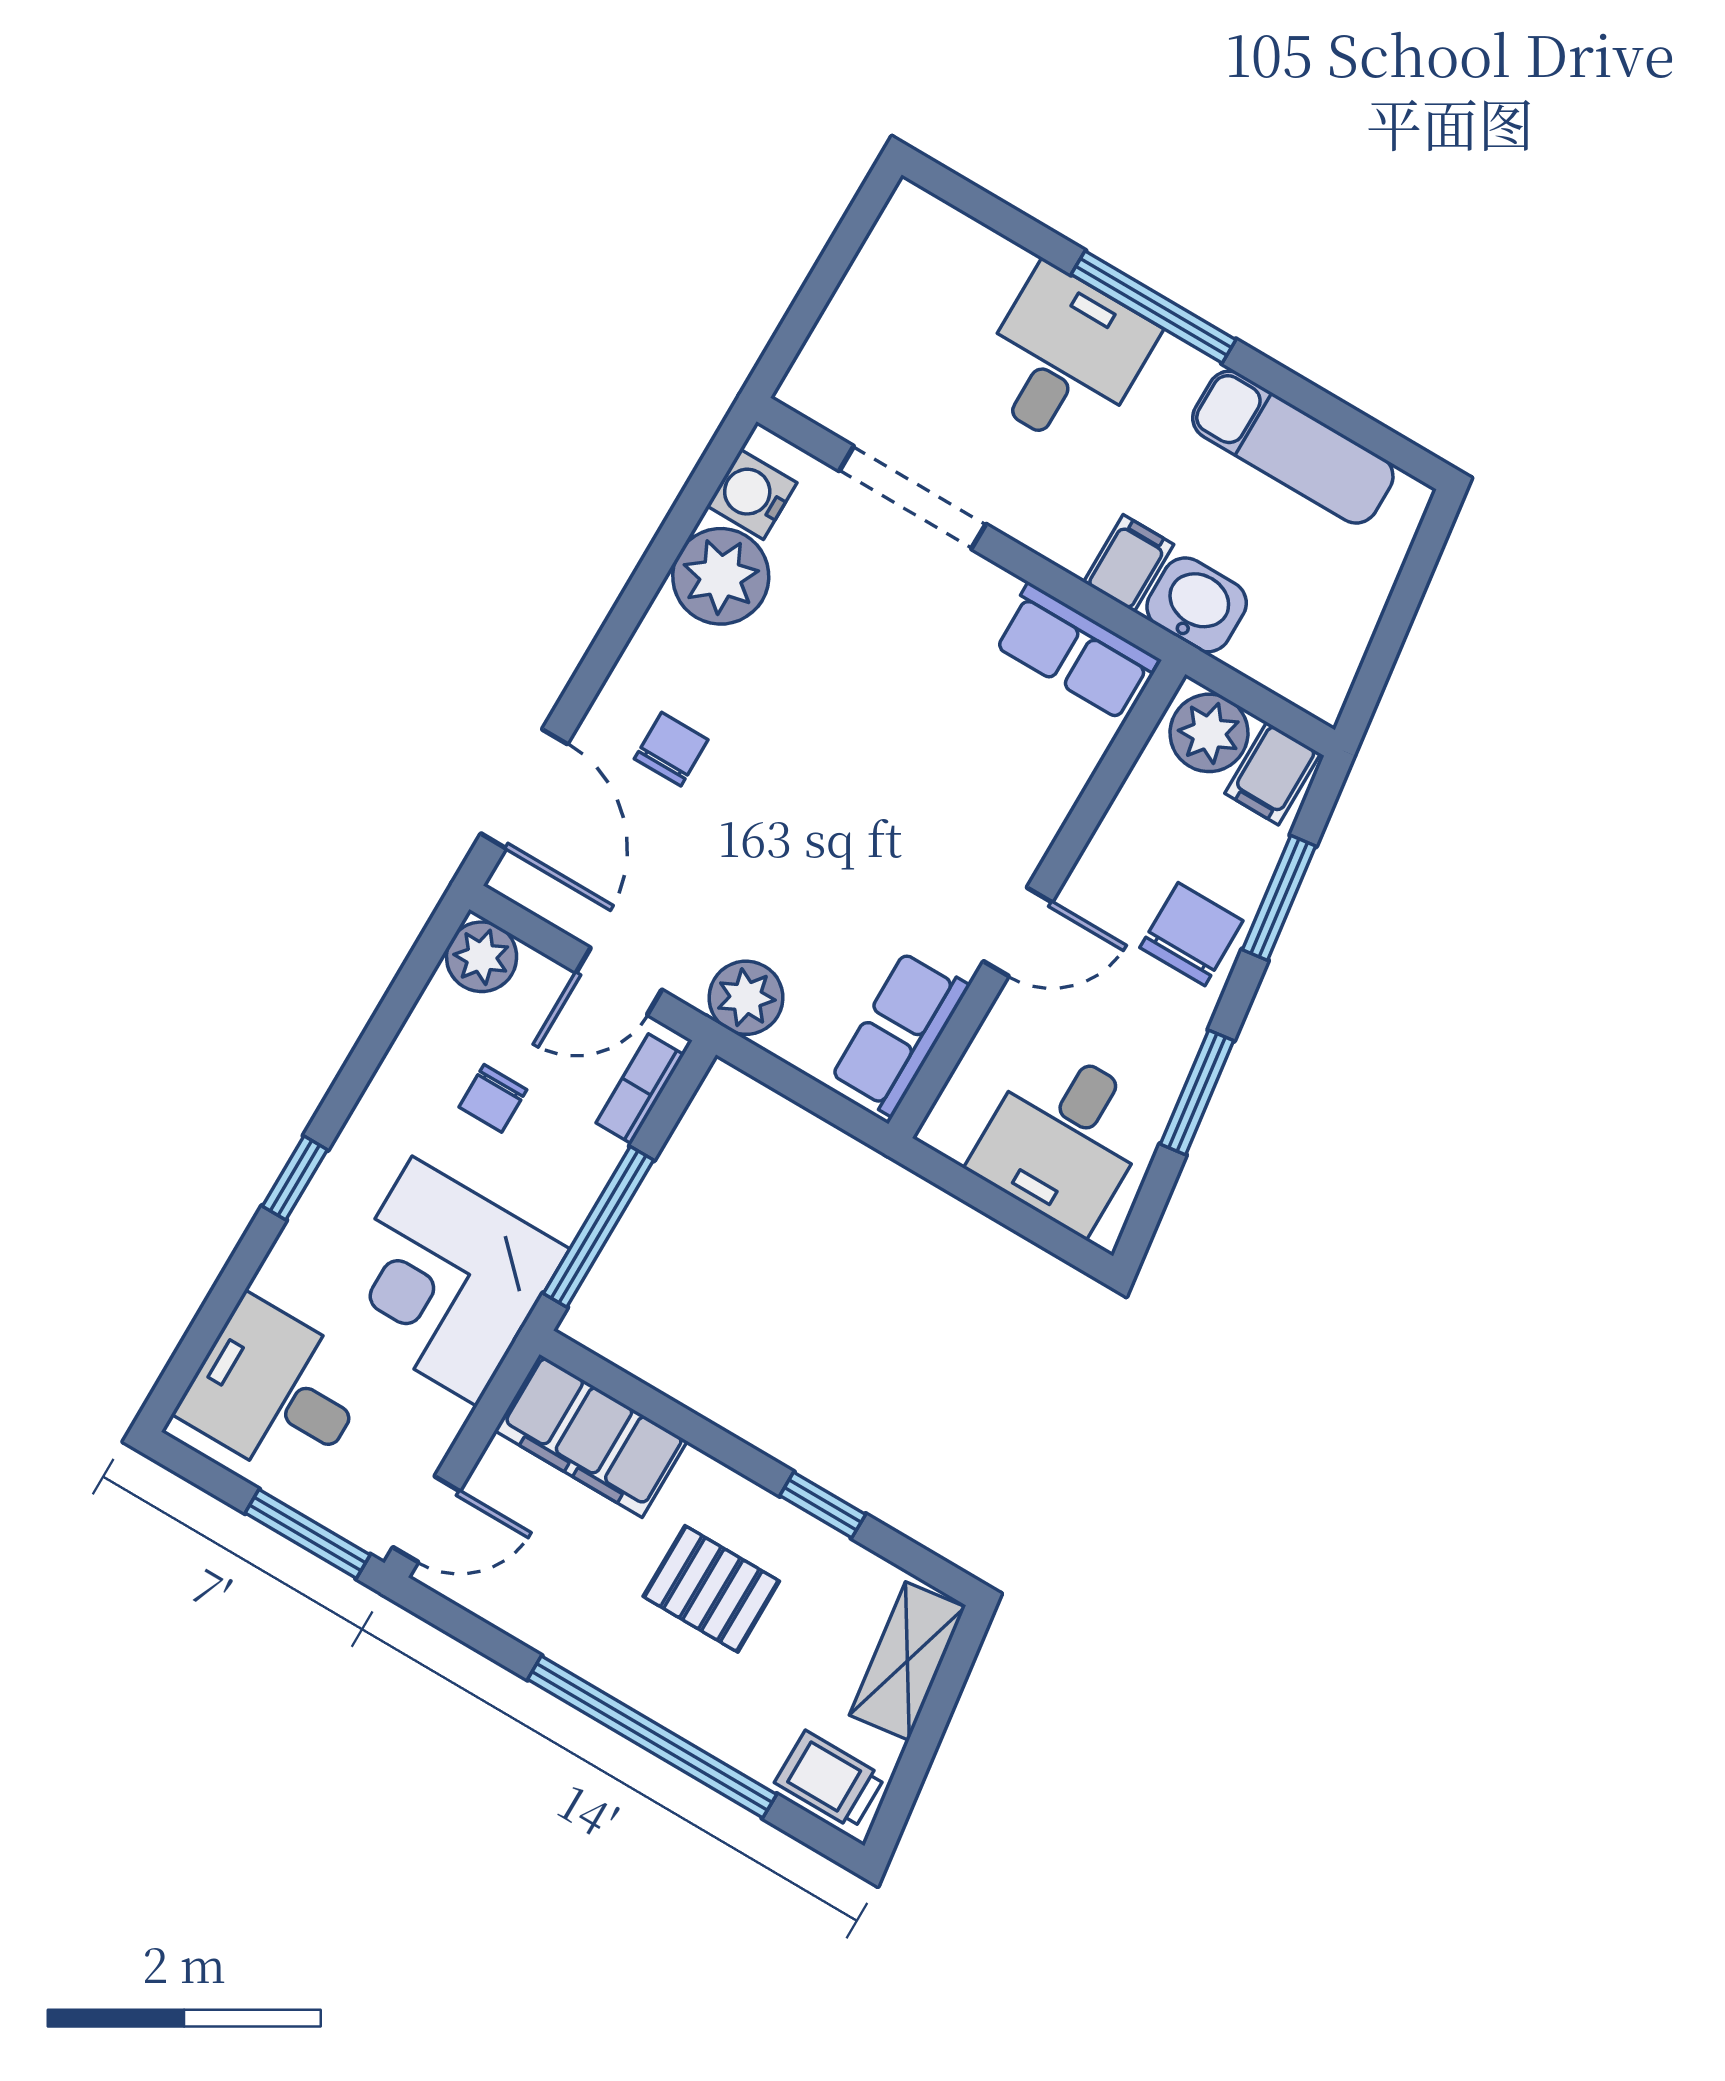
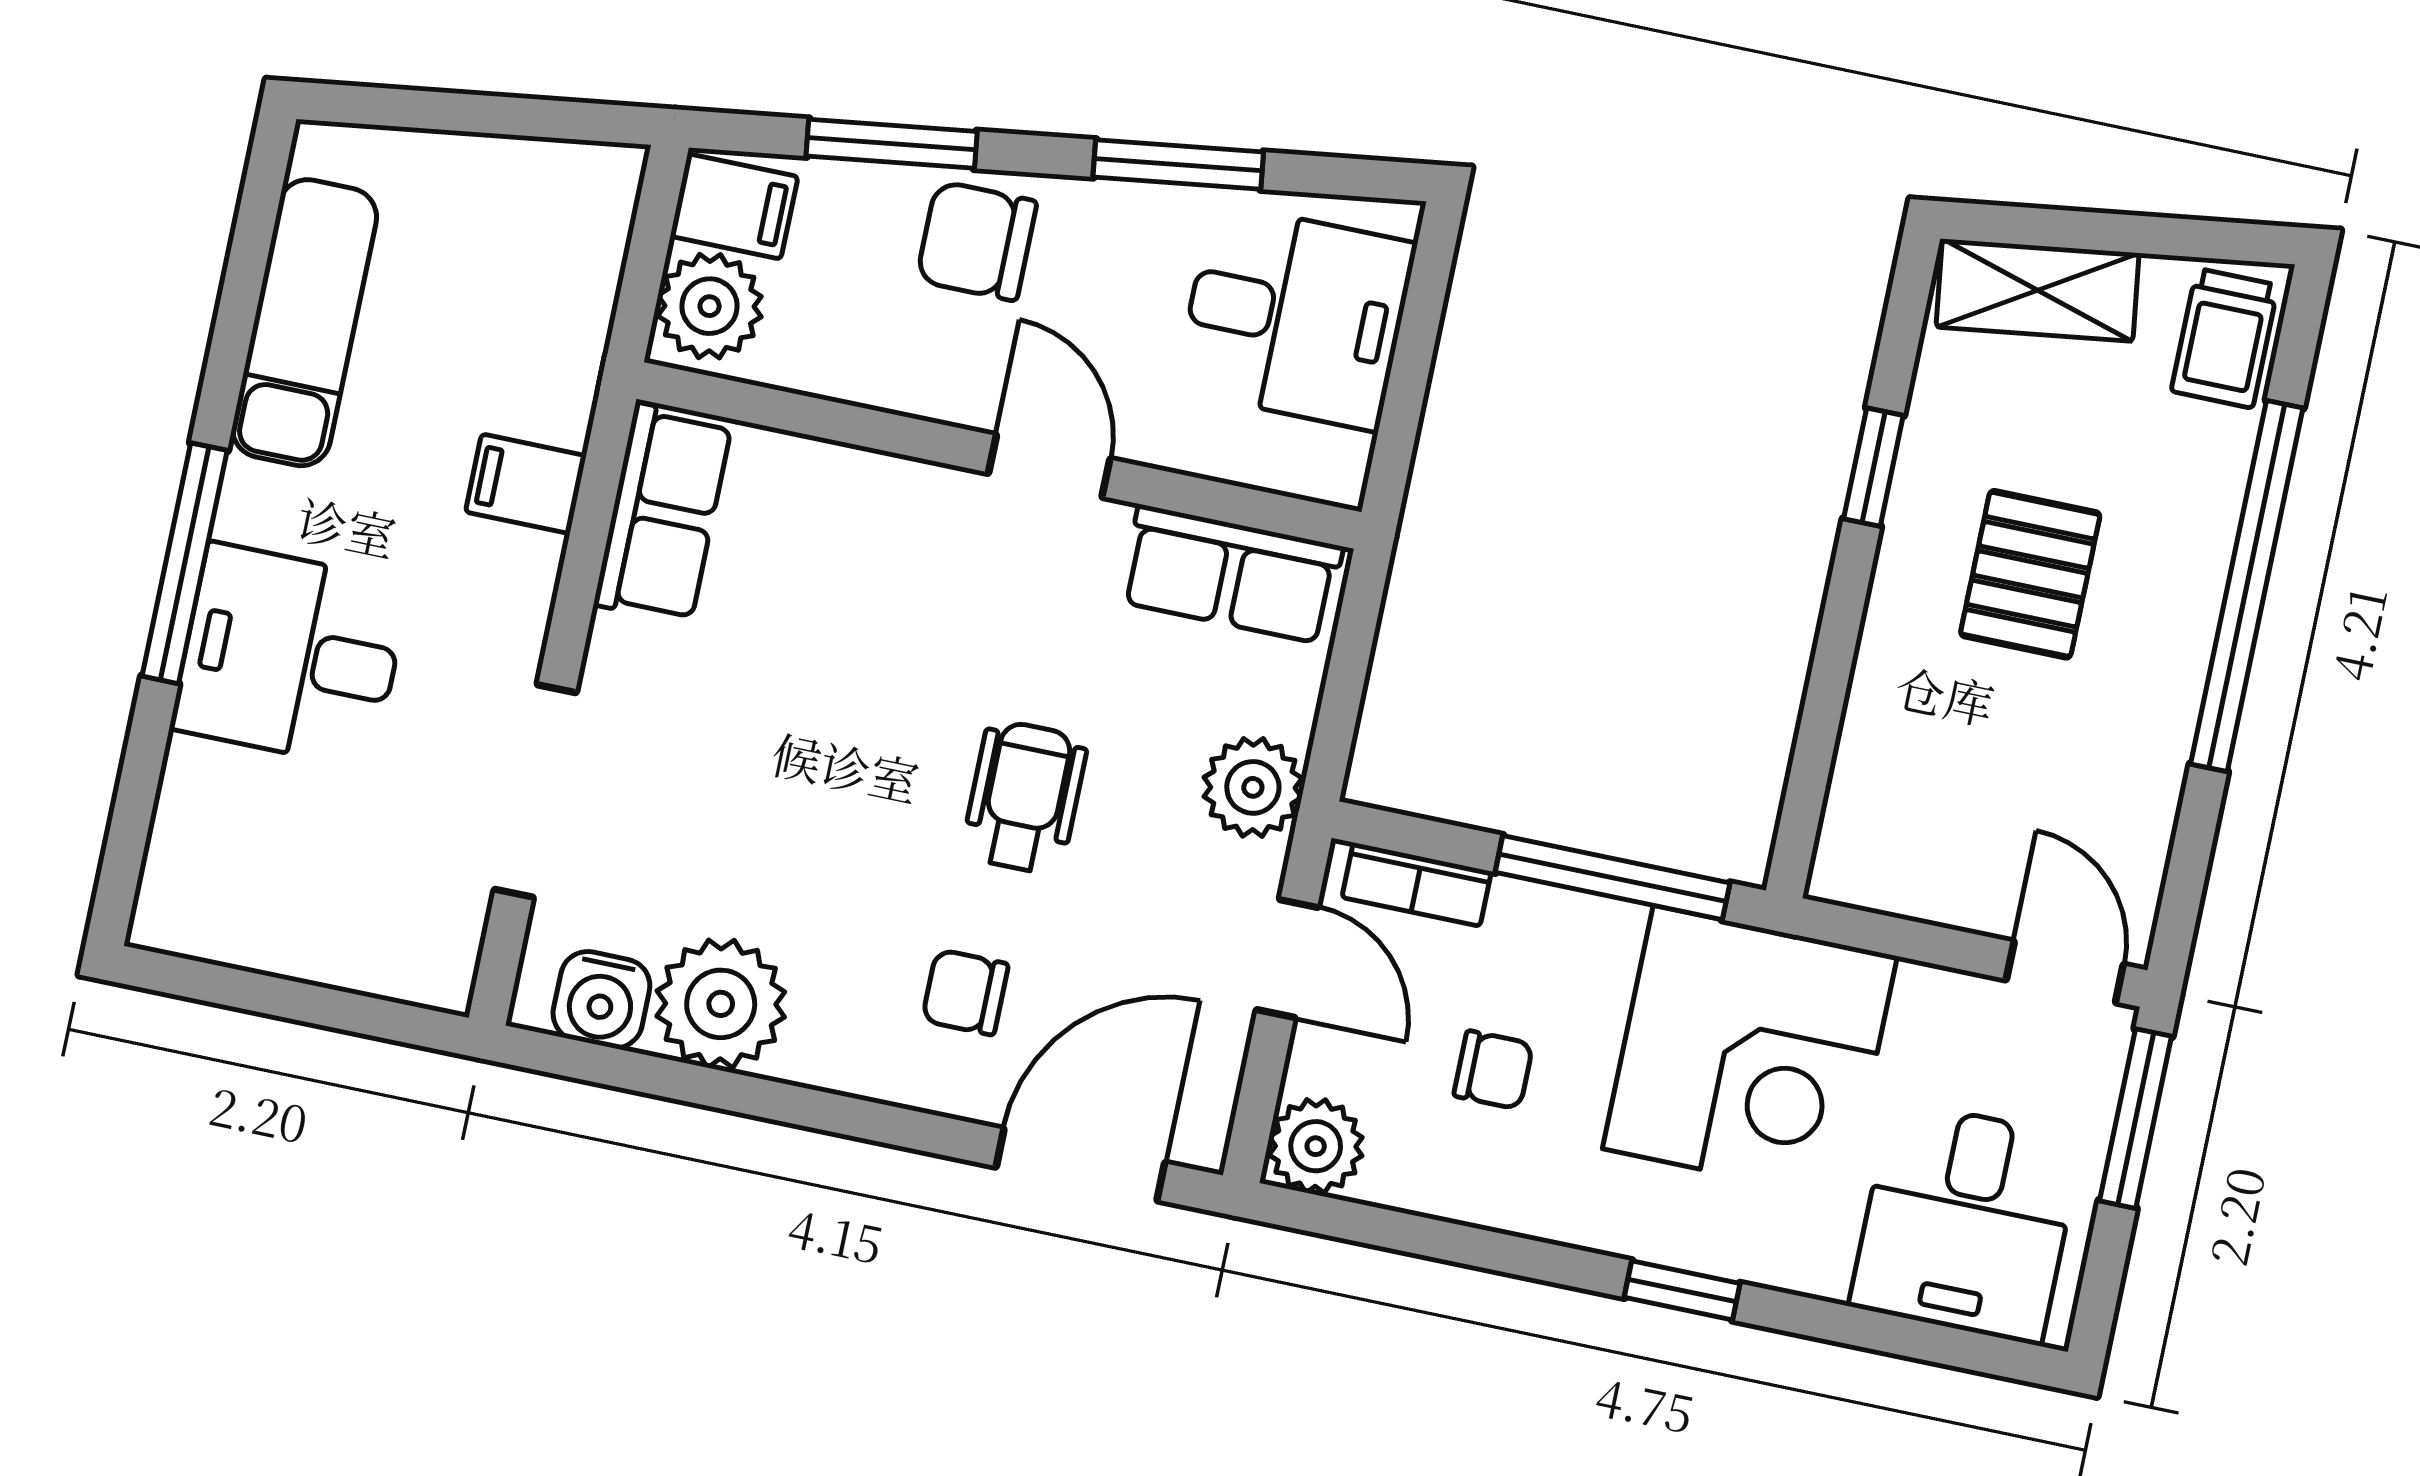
washbasin: (1197, 605) -> (550, 378), removed
wheelchair: (793, 837) -> (1025, 797), added
filing cabinet: (591, 1436) -> (1885, 796), removed

